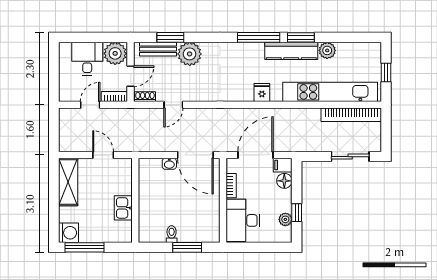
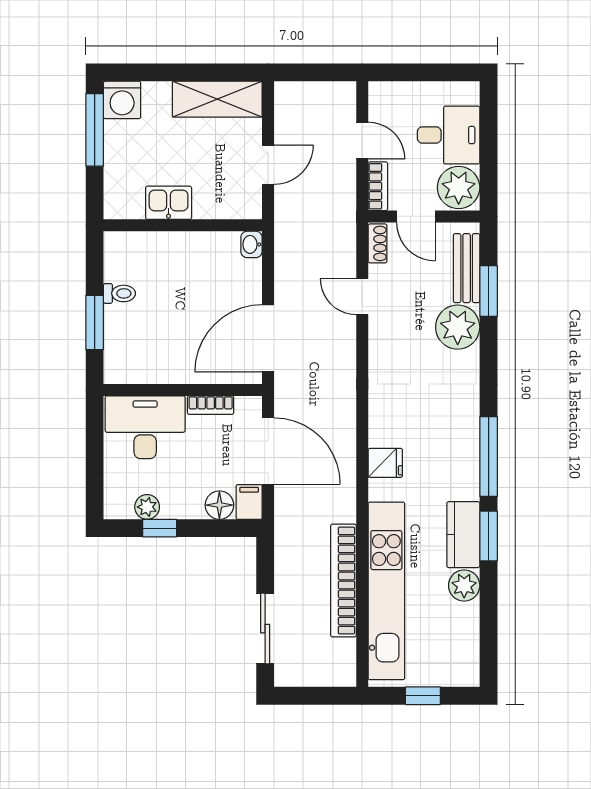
kitchen counter: (291, 51) -> (463, 535), width x0.67
bookcase: (351, 115) -> (343, 580), moved
washbasin: (169, 164) -> (251, 244), moved

